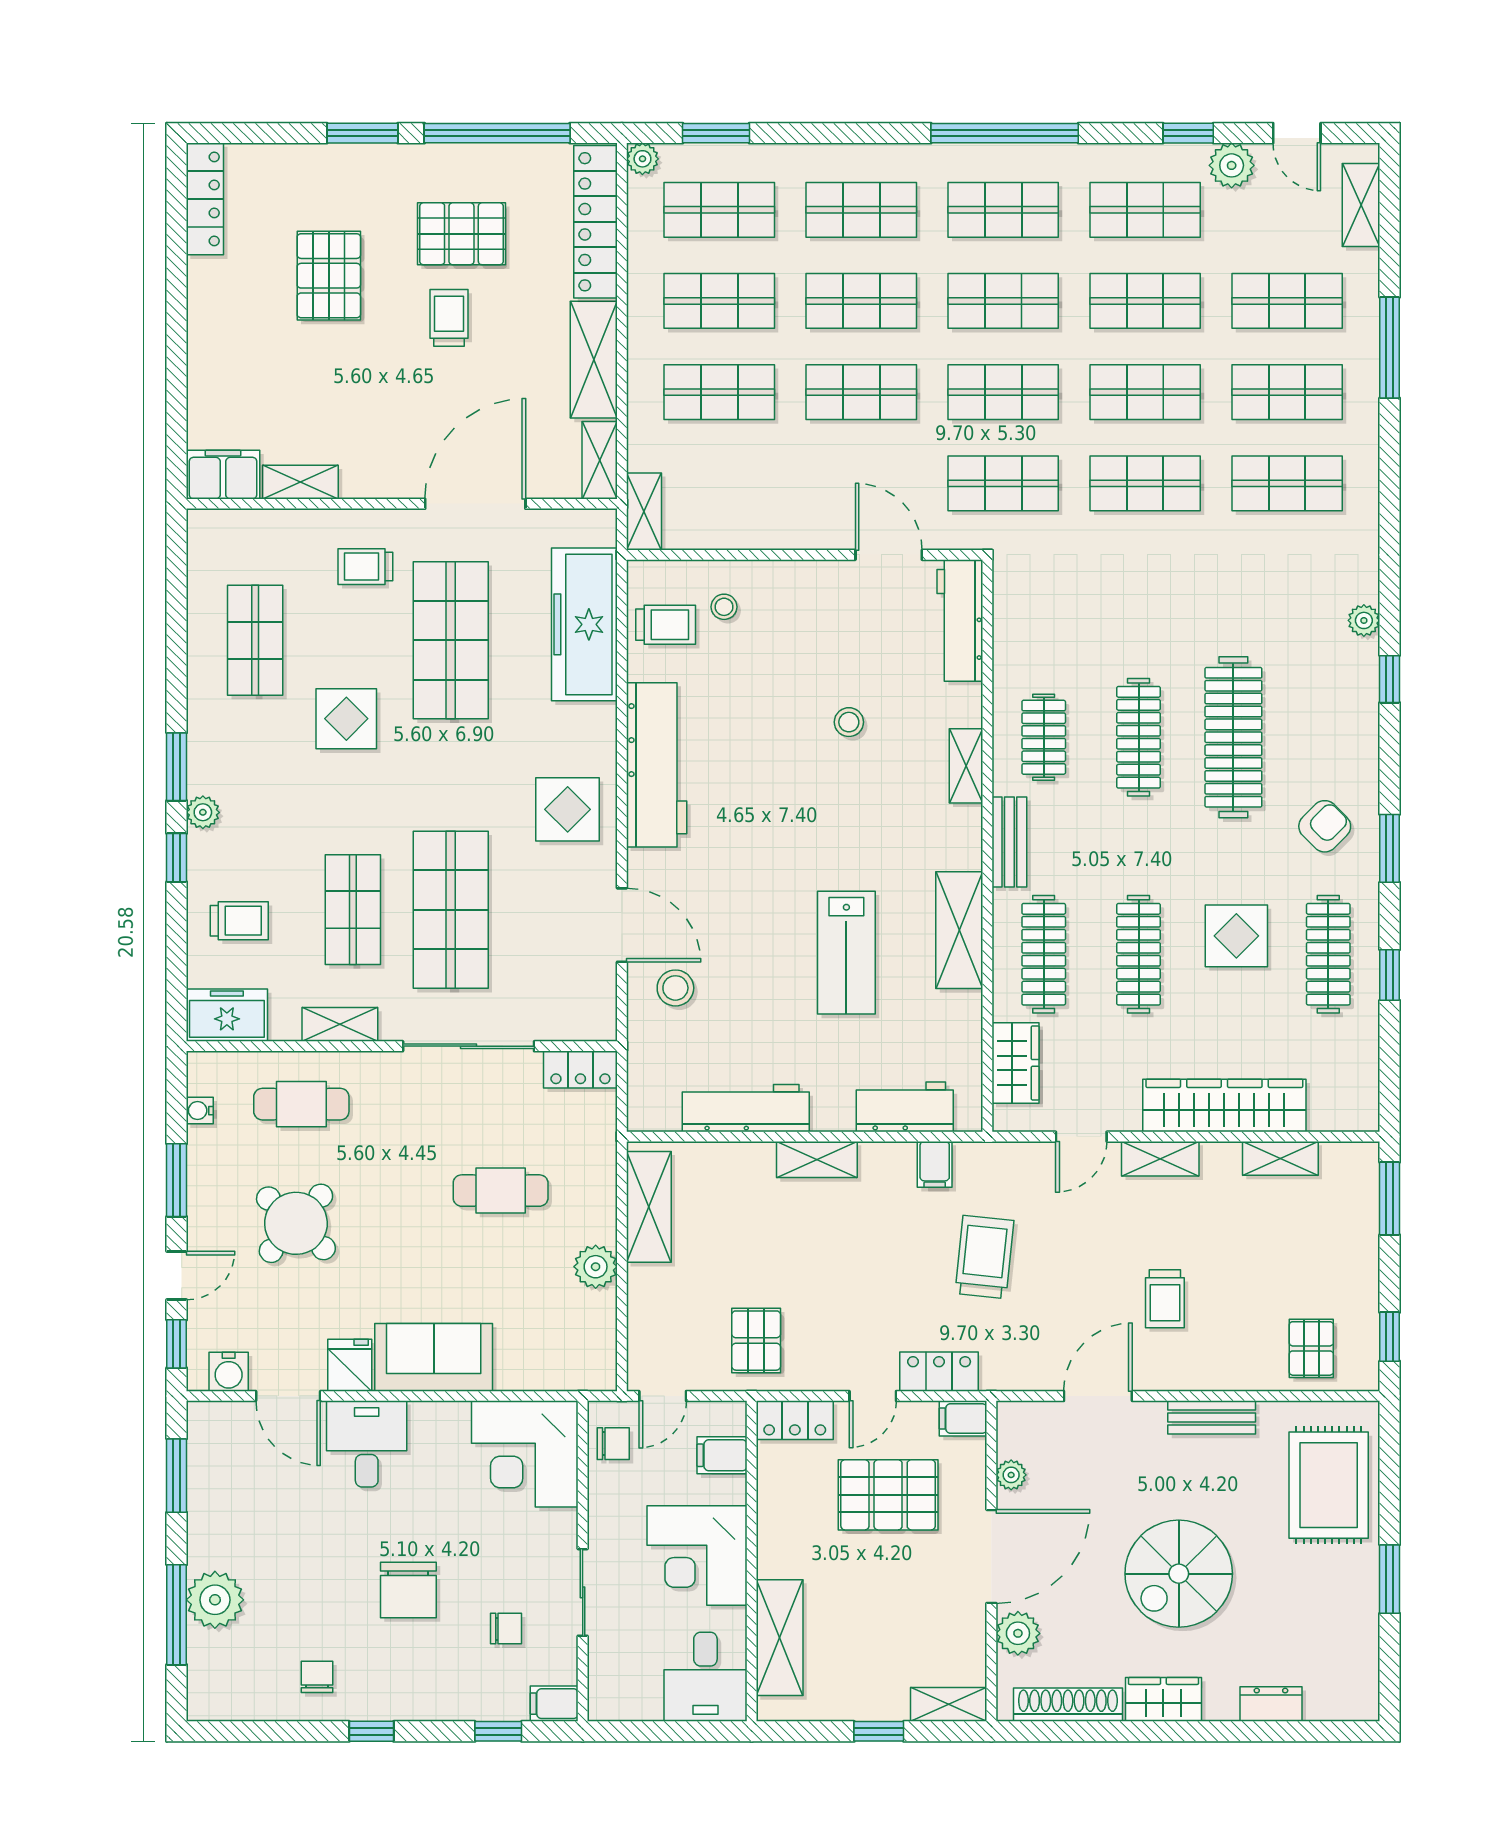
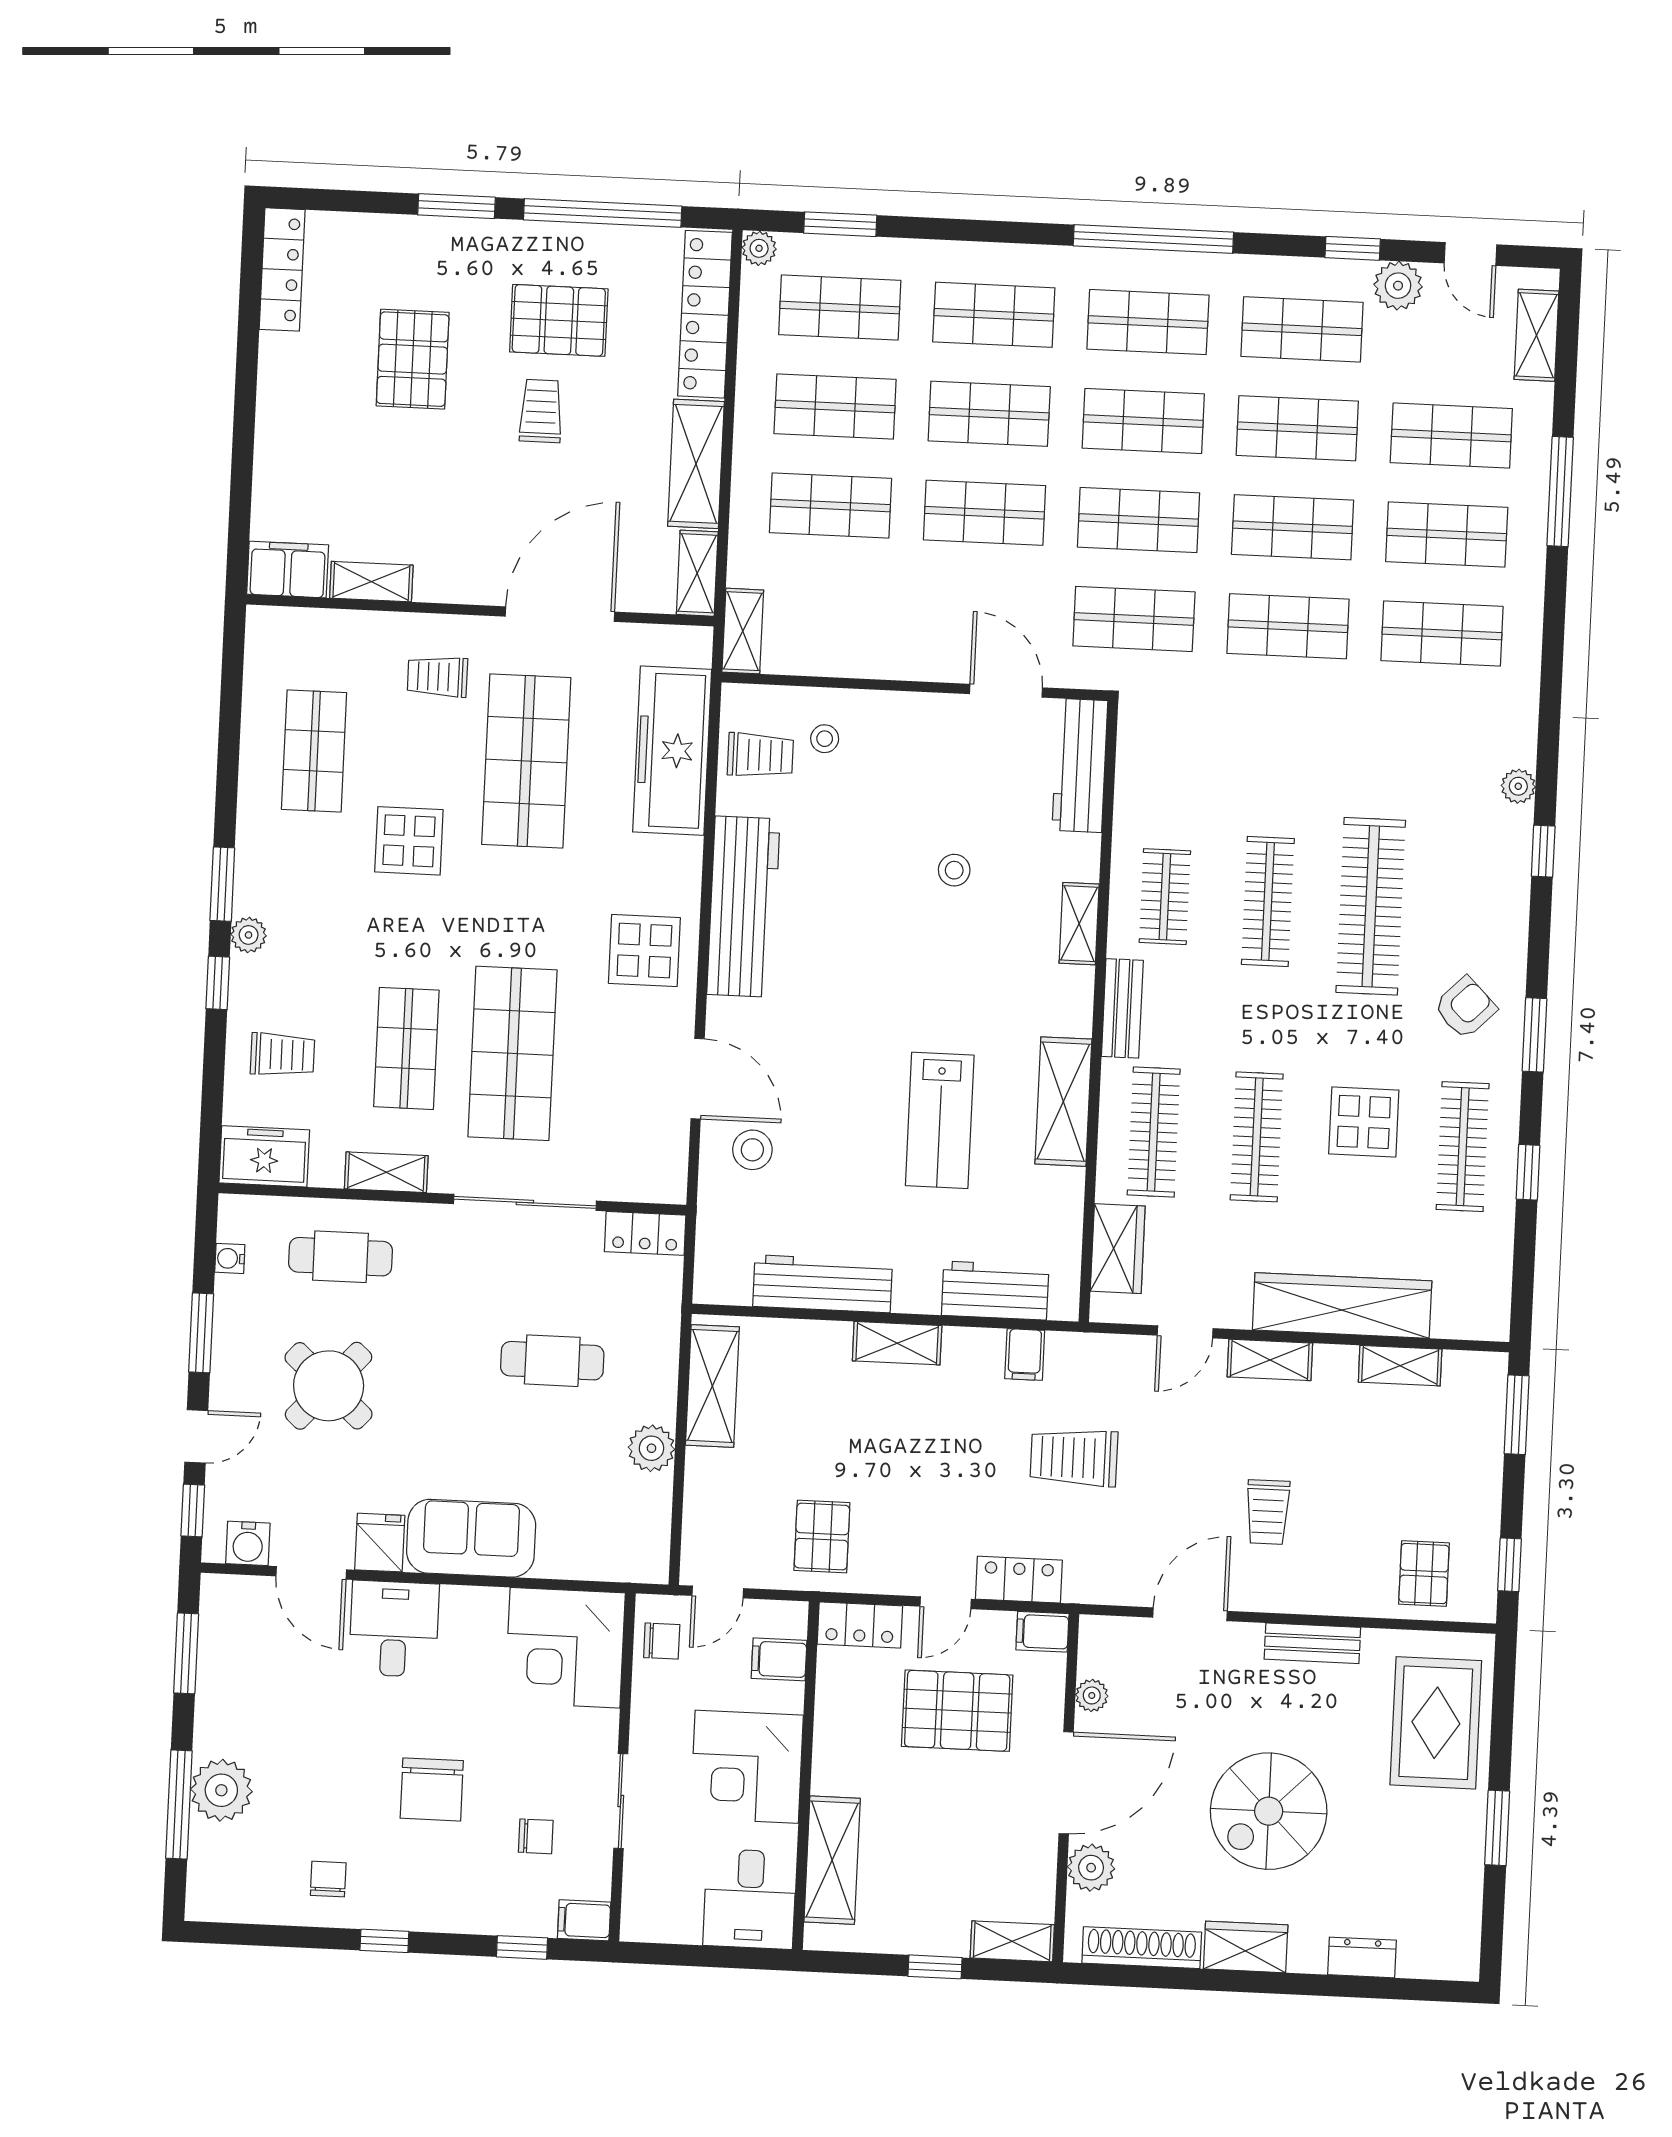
trolley: (984, 1257) -> (1074, 1458), turned -96

